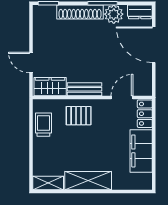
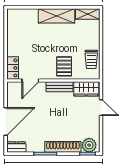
plant: (114, 14) -> (89, 145), moved
door: (154, 45) -> (6, 122), hinge flipped
pallet: (79, 116) -> (64, 66), turned 90
filing cabinet: (141, 151) -> (15, 39), removed

